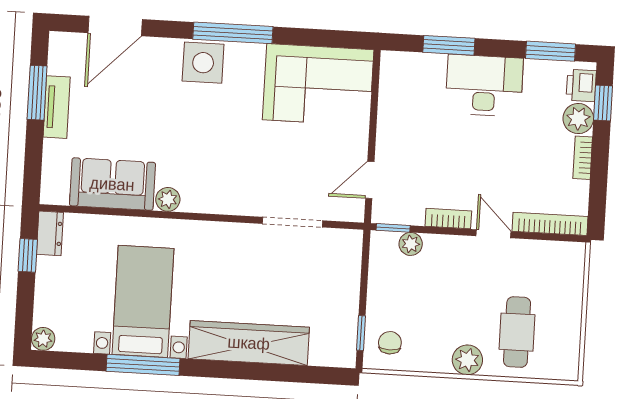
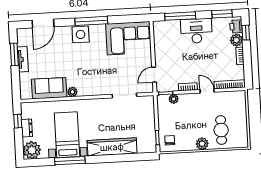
window: (449, 45) -> (180, 16), width x1.44
dresser: (50, 233) -> (27, 128), moved
plant: (43, 339) -> (32, 150), width x1.87, depth x1.87

